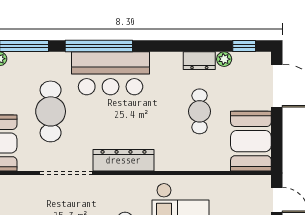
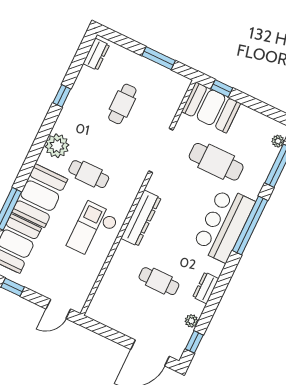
dresser: (199, 61) -> (206, 288), moved
booth: (251, 141) -> (115, 311), removed
dresser: (123, 160) -> (141, 218), moved

